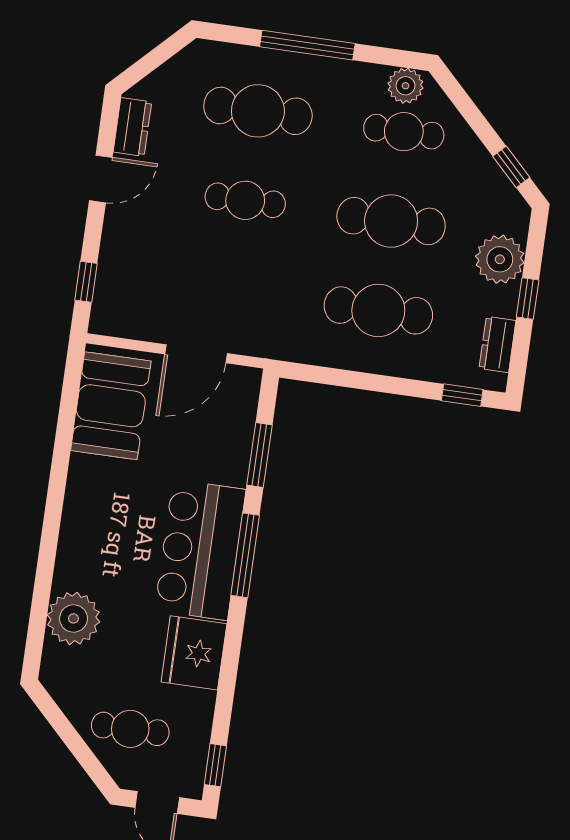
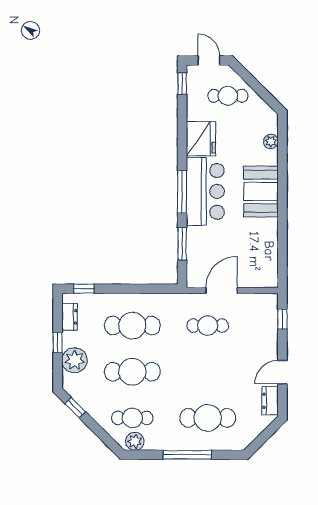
cafe table: (245, 200) -> (208, 326), moved
booth: (111, 406) -> (261, 191), moved
plant: (73, 618) -> (271, 141), width x0.53, depth x0.53

